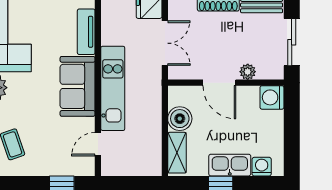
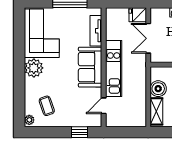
double door: (165, 43) -> (148, 38), swing flipped

